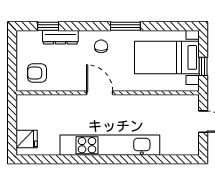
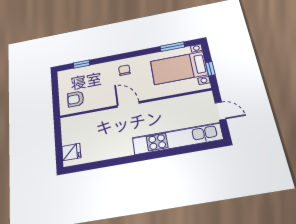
window: (125, 26) -> (172, 47), moved
dresser: (60, 37) -> (92, 70), removed
kitchen unit: (110, 145) -> (177, 139), moved

